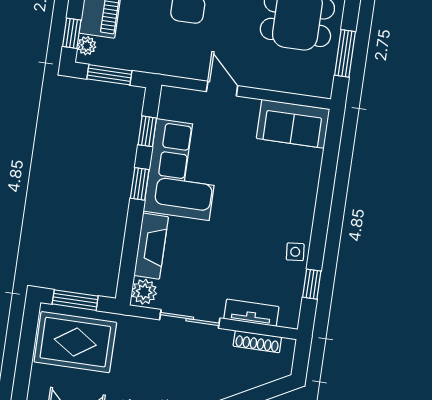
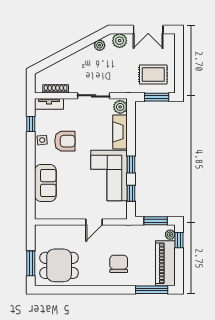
window: (345, 53) -> (31, 263), moved
door: (222, 89) -> (94, 222), hinge flipped
sofa: (293, 124) -> (45, 183), moved, turned 90
armchair: (254, 244) -> (65, 141), added
tv unit: (251, 313) -> (49, 104), moved
rug: (75, 342) -> (153, 75), width x0.73, depth x0.70

